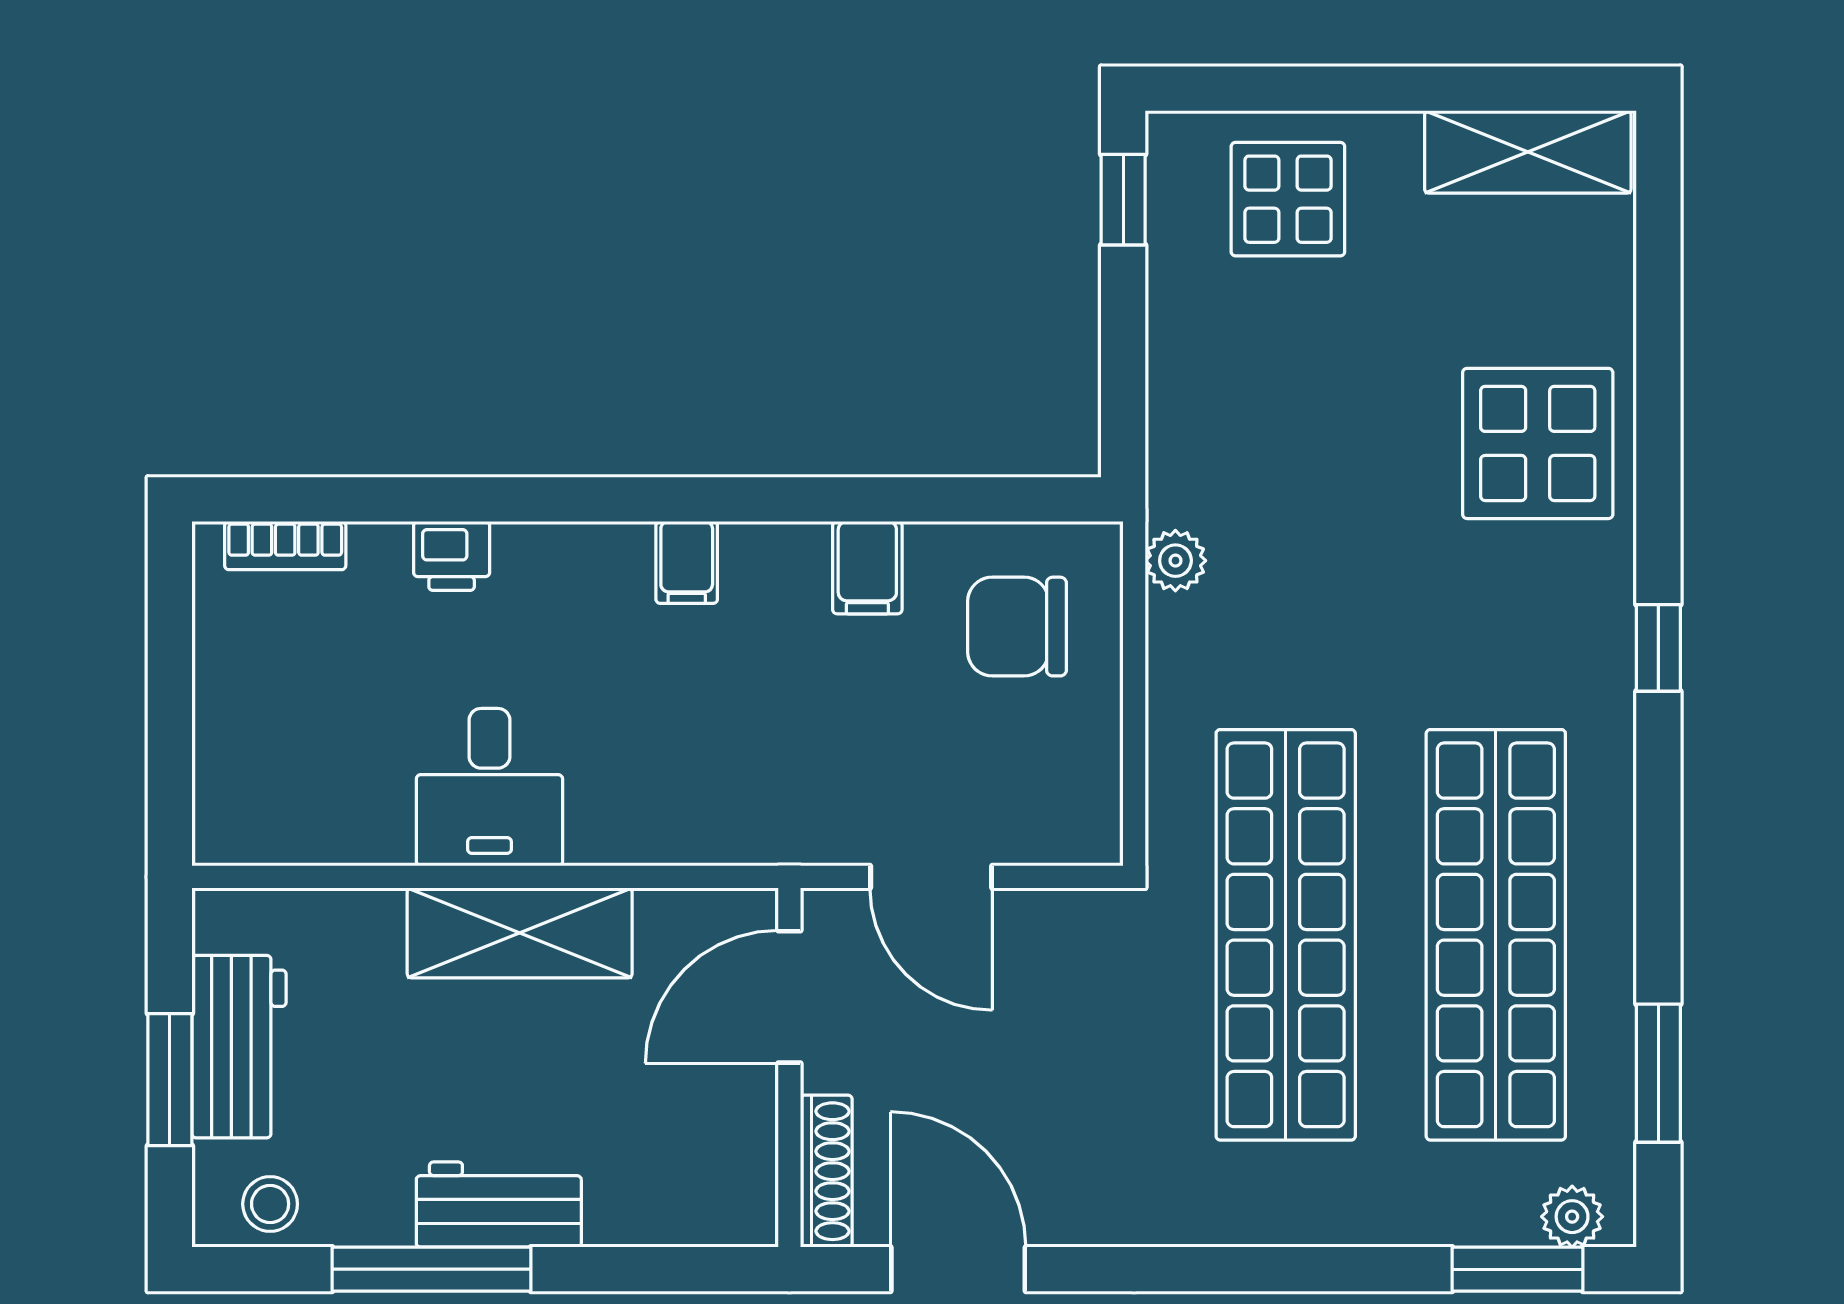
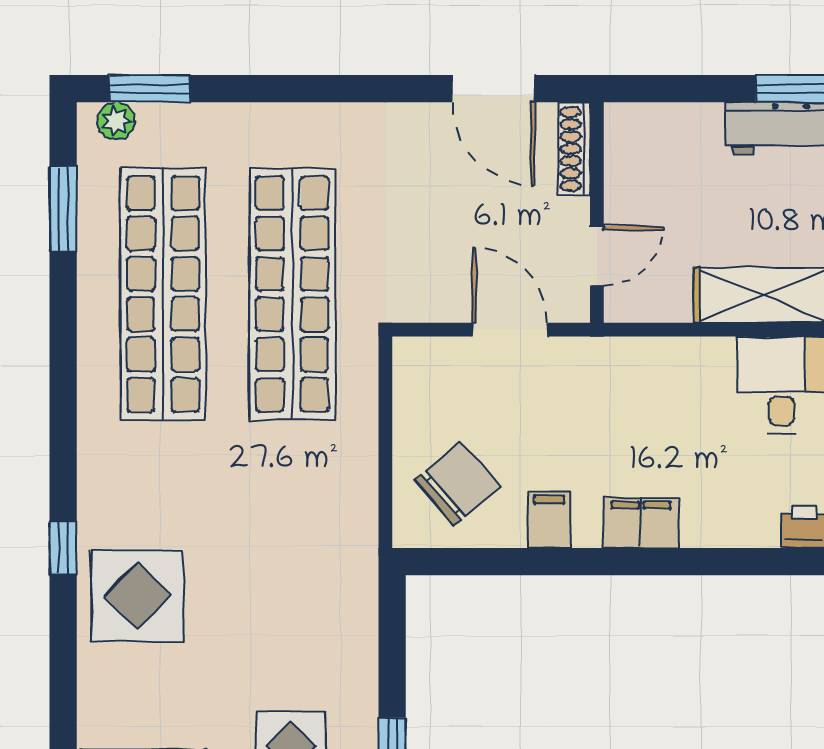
plant: (1175, 561) -> (360, 524), removed
filing cabinet: (687, 562) -> (641, 523), width x2.00
chair: (1017, 627) -> (457, 483), turned -41
window: (1658, 648) -> (63, 548), moved
door: (789, 997) -> (597, 256), width x0.73

